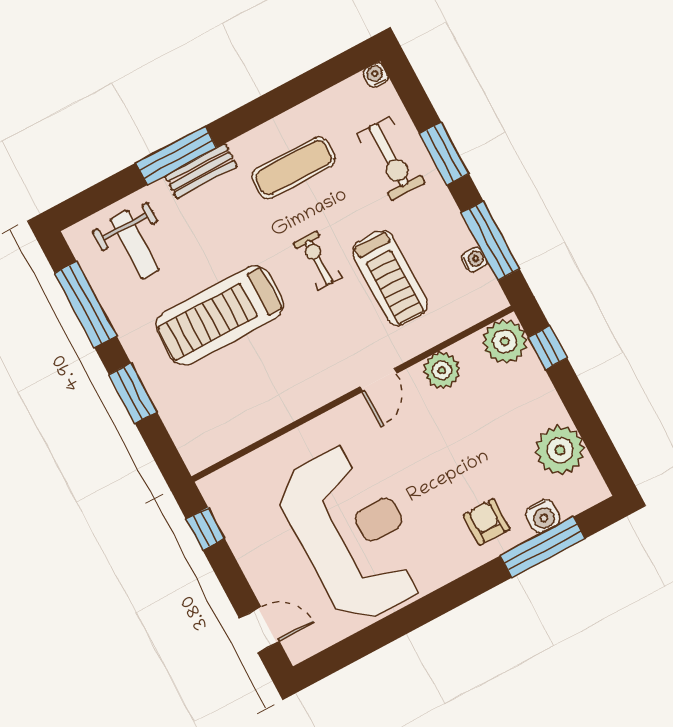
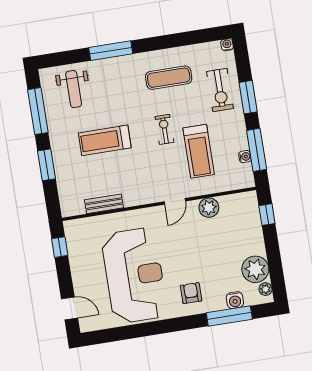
bench: (201, 171) -> (104, 204), moved
treadmill: (220, 315) -> (105, 140), width x0.73, depth x0.73
plant: (505, 341) -> (266, 289), moved, width x0.53, depth x0.53
armchair: (486, 522) -> (191, 293), moved

